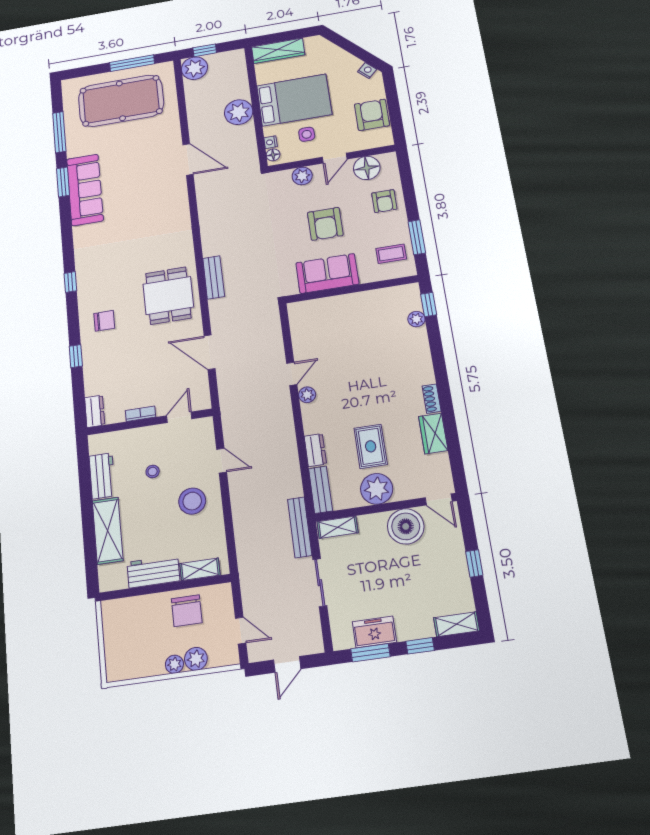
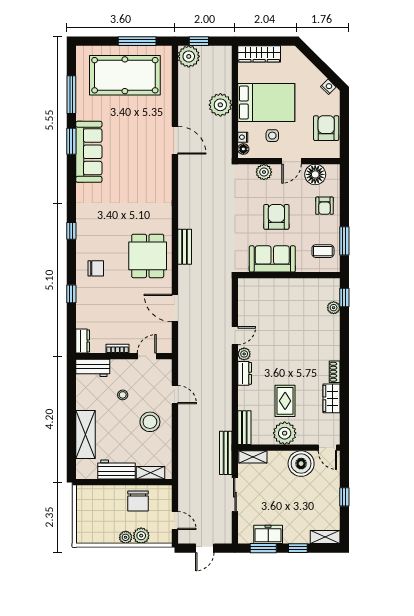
armchair: (325, 224) -> (276, 217), turned 180
dresser: (315, 450) -> (245, 373), moved
workbench: (102, 476) -> (93, 368), moved, turned 90

